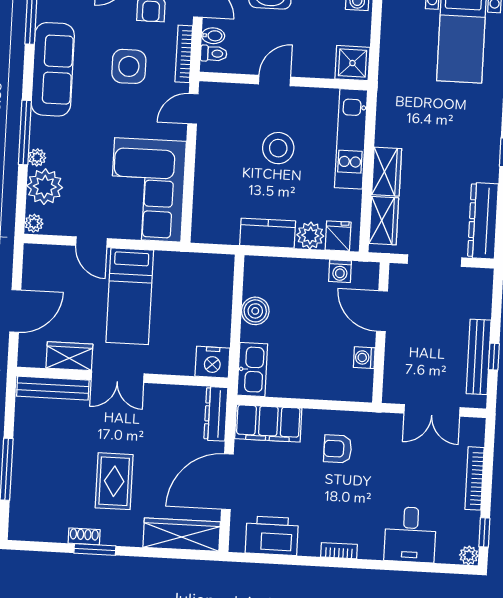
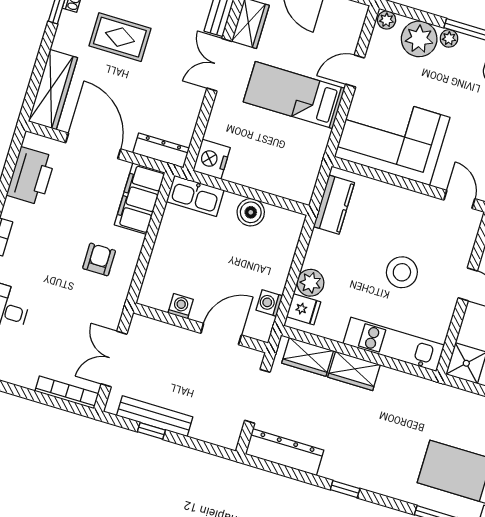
kitchen counter: (268, 233) -> (334, 205), moved
bookcase: (474, 478) -> (67, 392), moved

